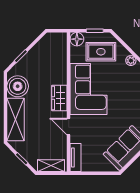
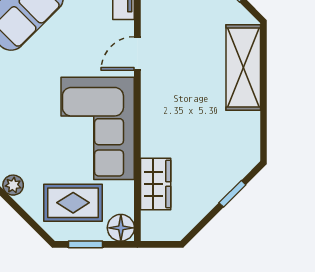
boiler: (18, 86) -> (239, 134), removed
wardrobe: (59, 98) -> (156, 184), moved
door: (69, 127) -> (137, 53), swing flipped

